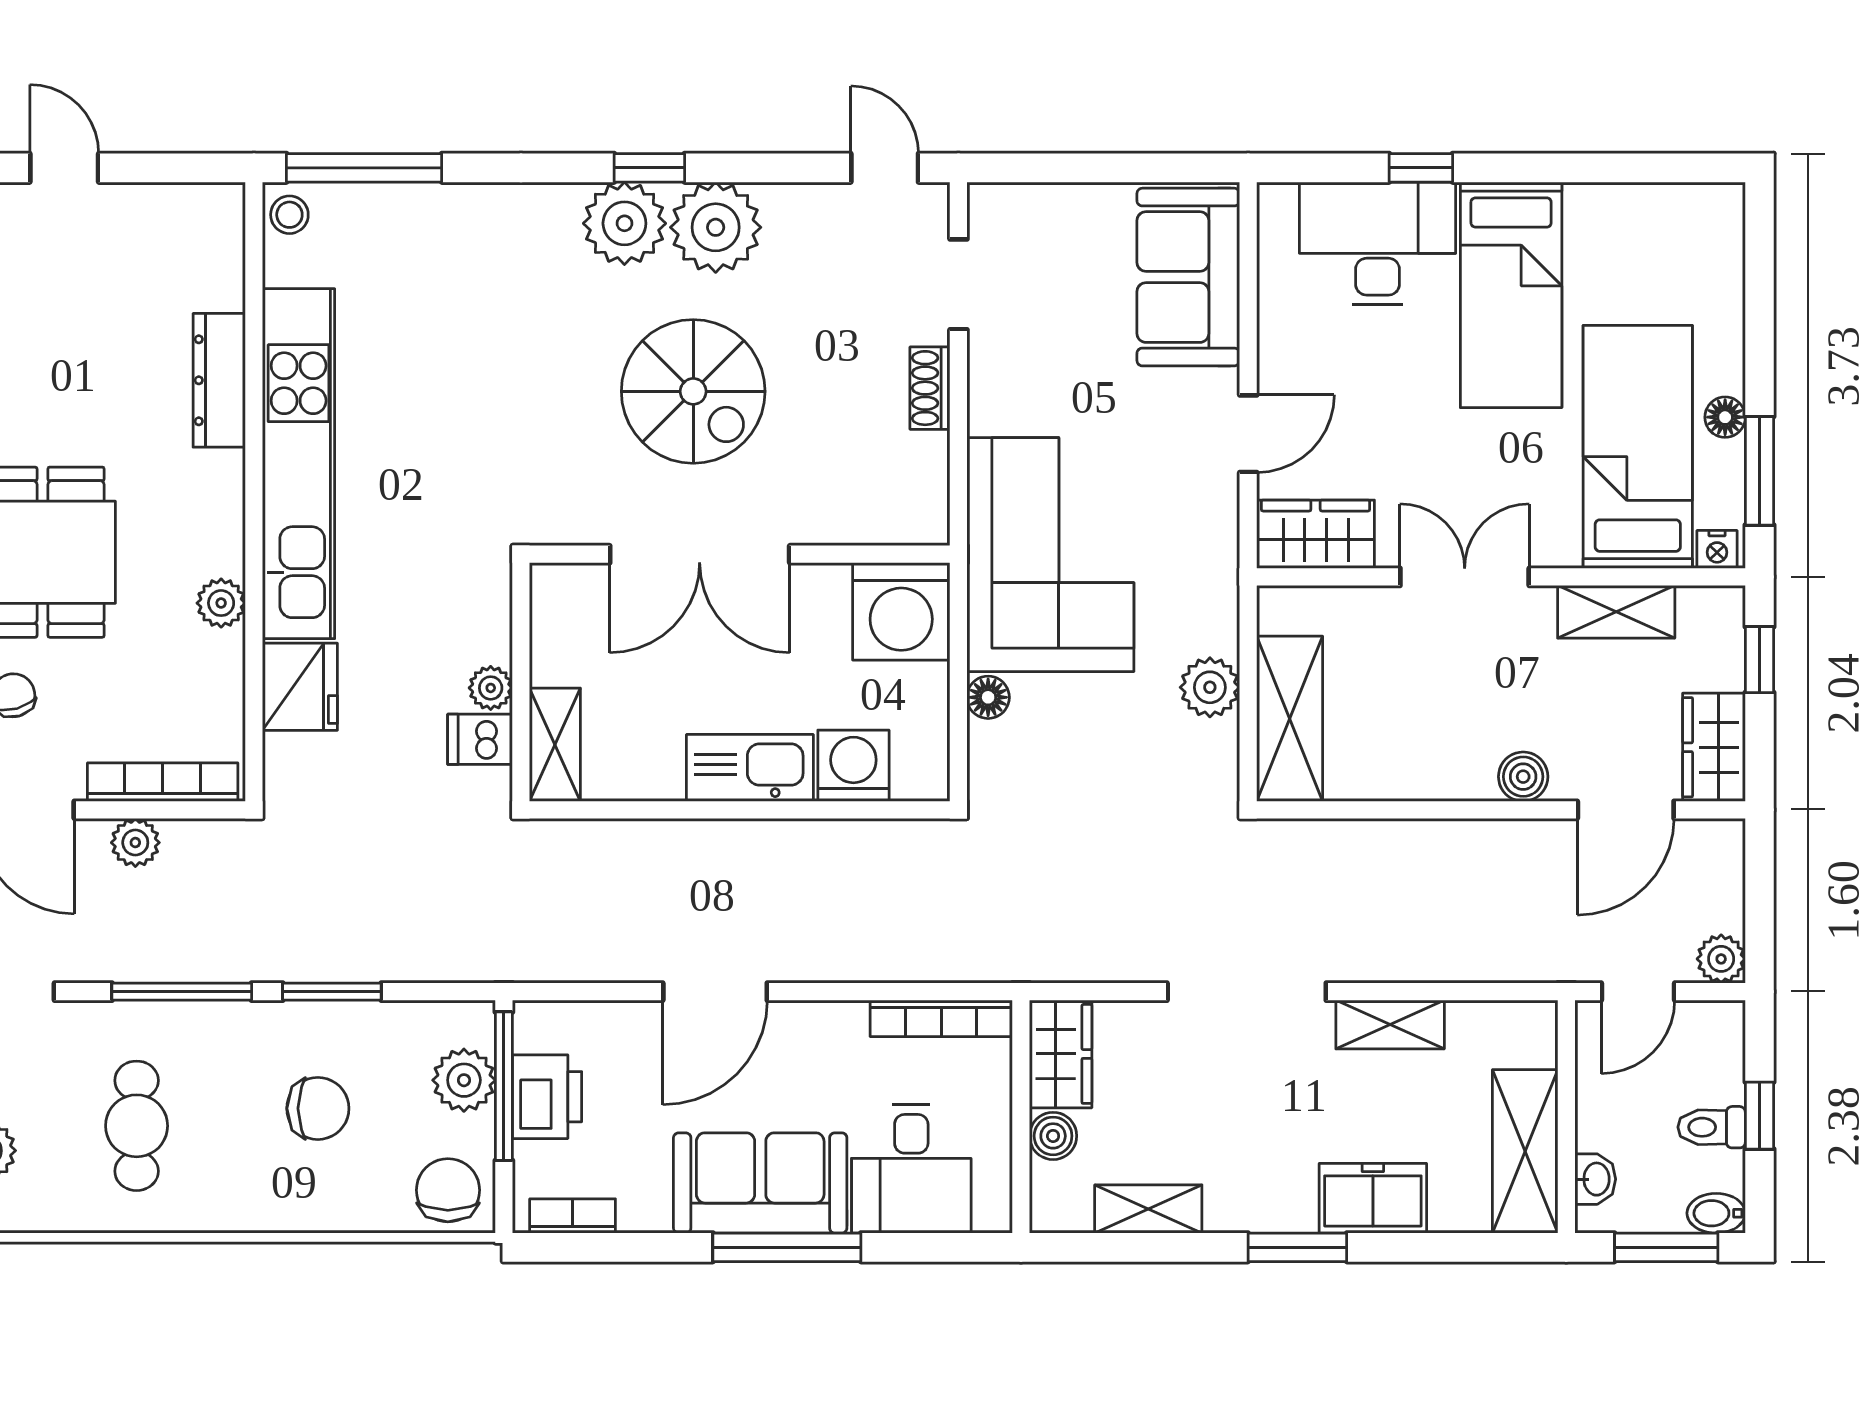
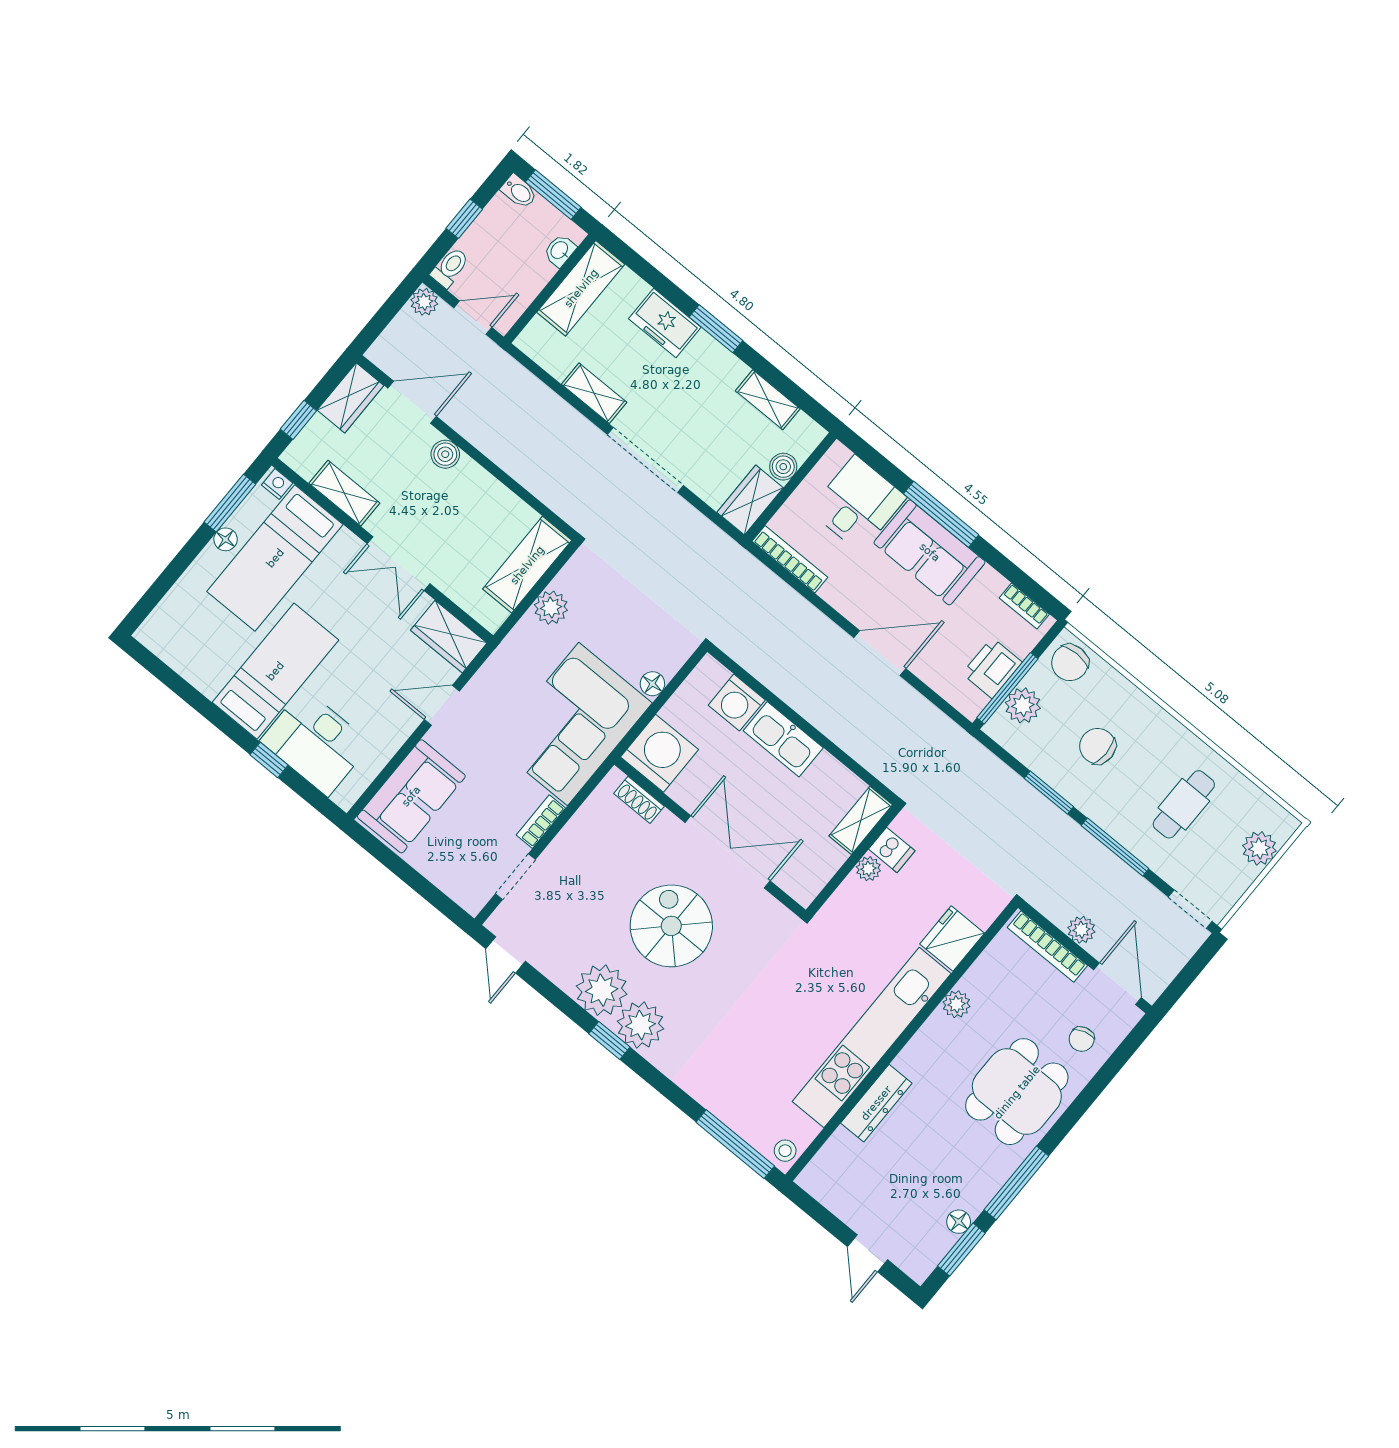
bookcase: (985, 387) -> (541, 822), added
shoe rack: (930, 388) -> (639, 800), moved, turned 90
toilet: (1712, 1127) -> (450, 268), moved, turned -90

